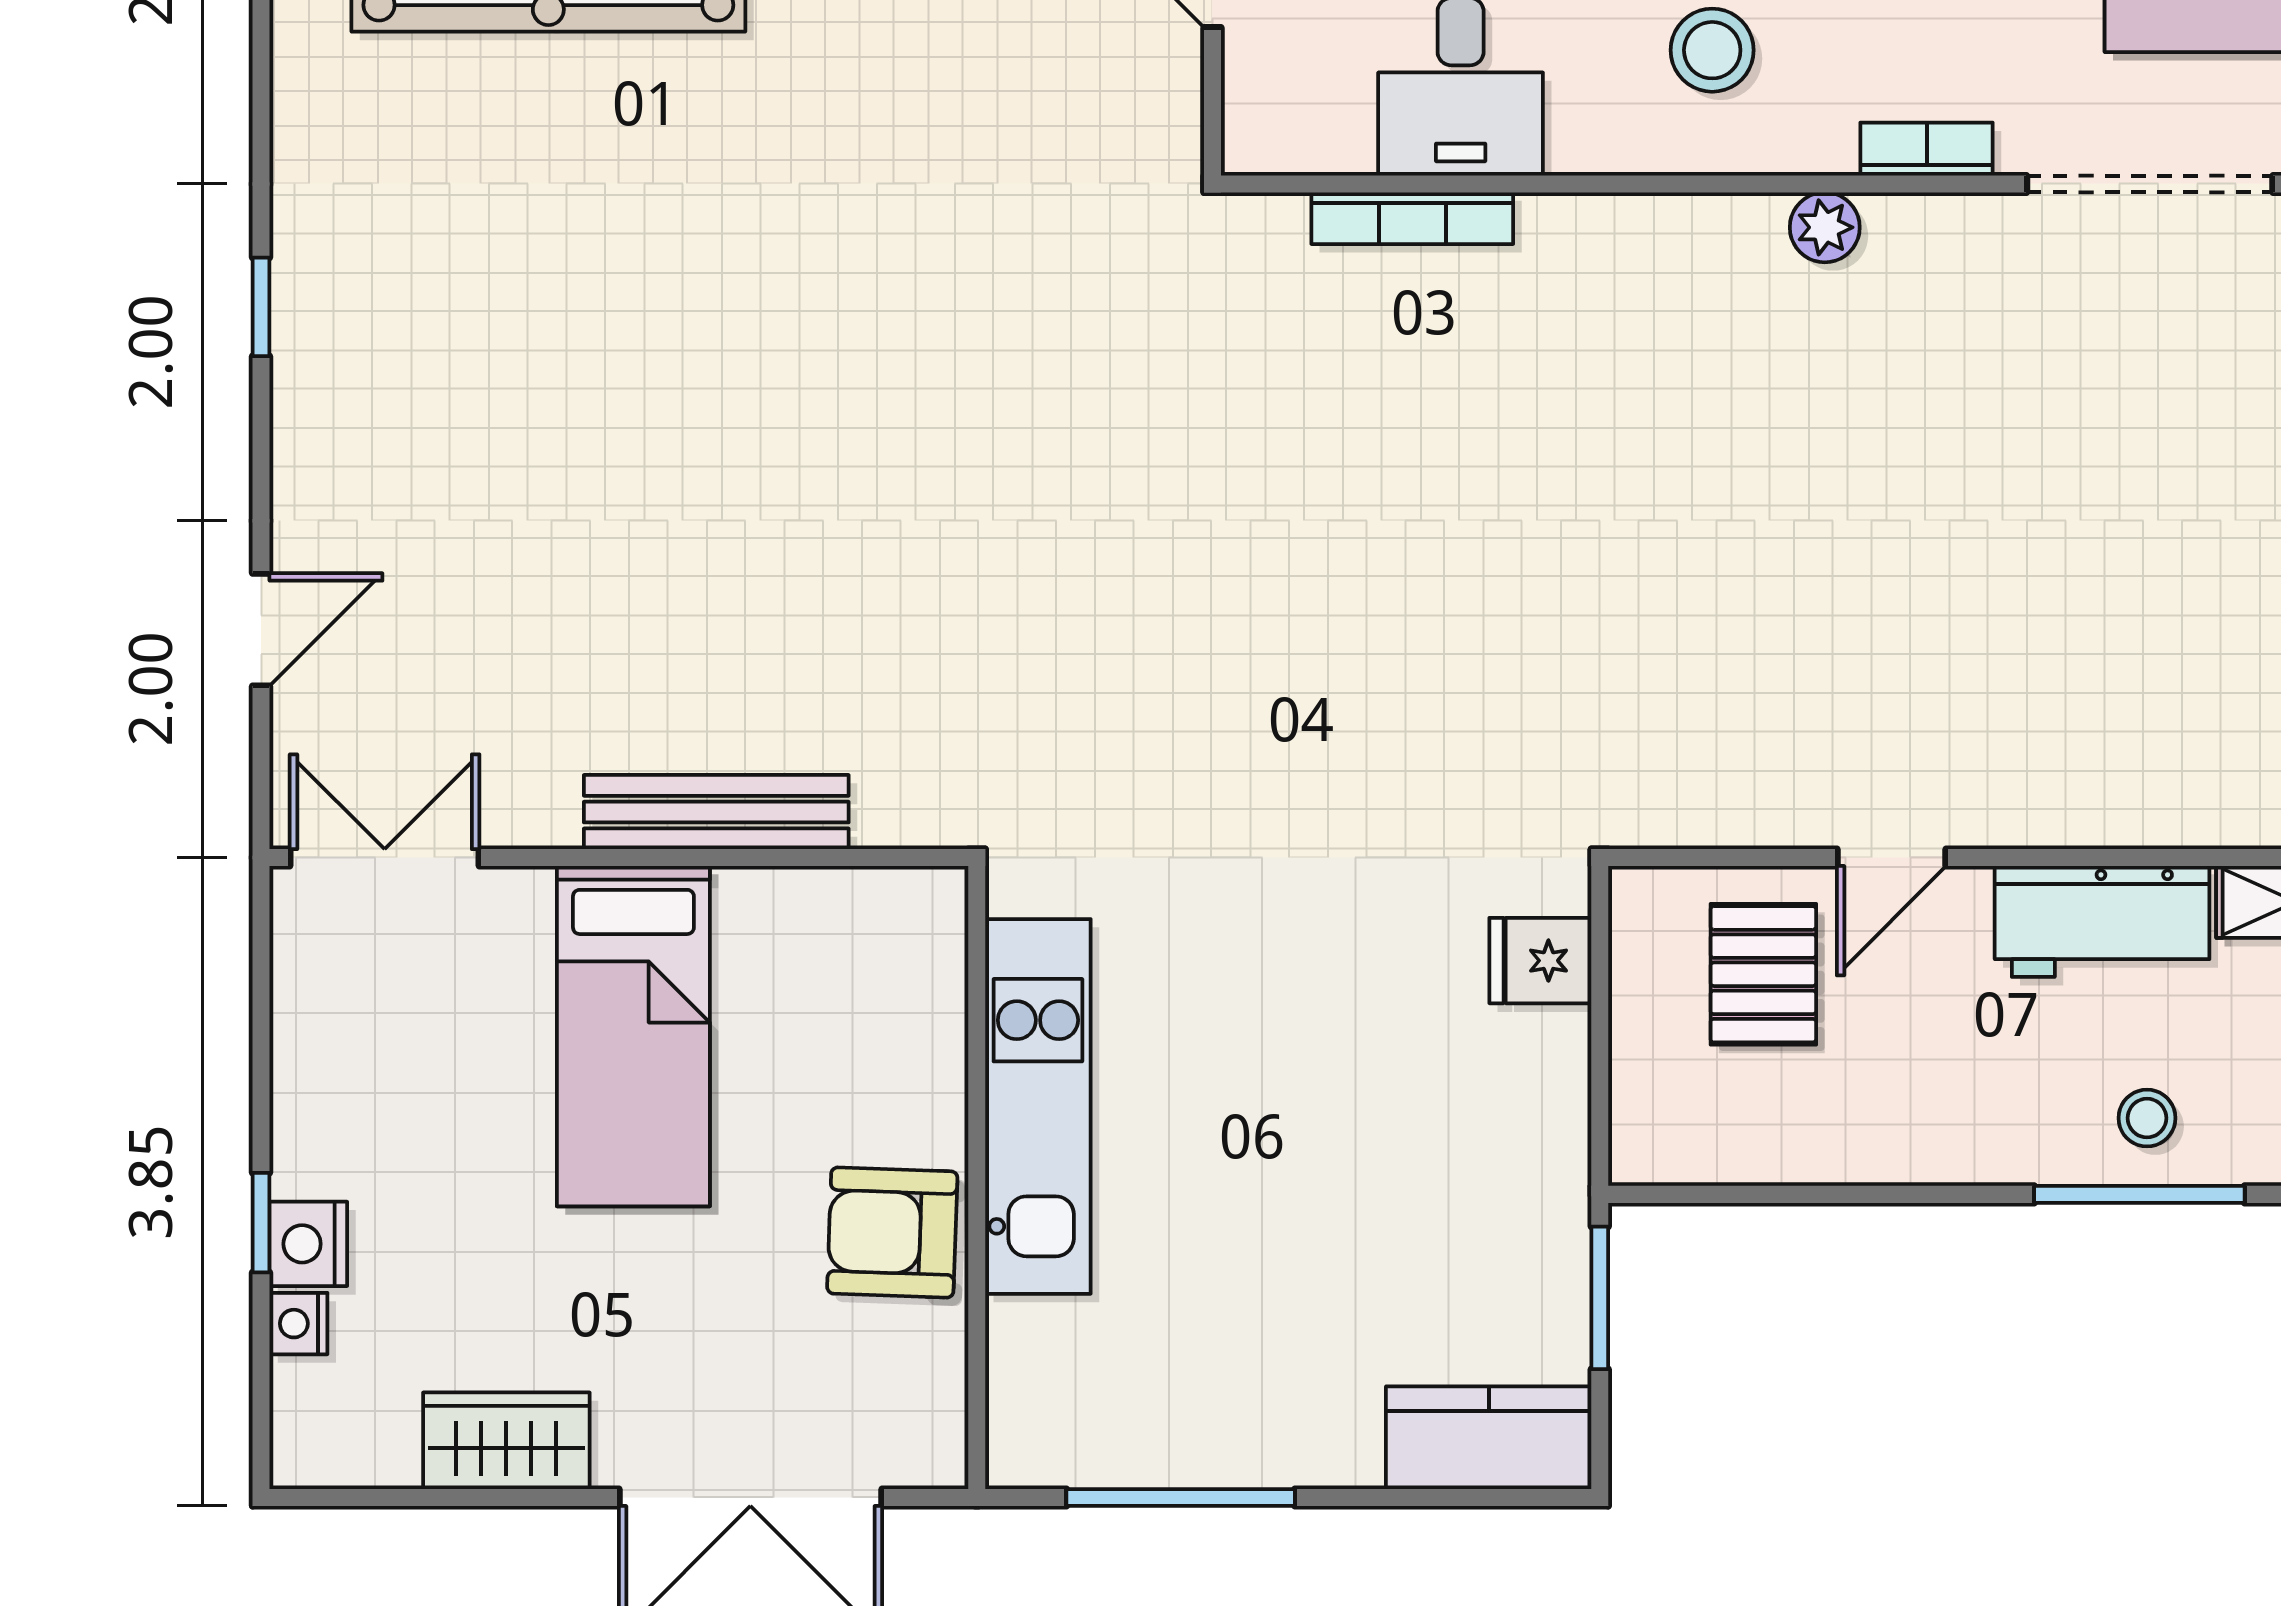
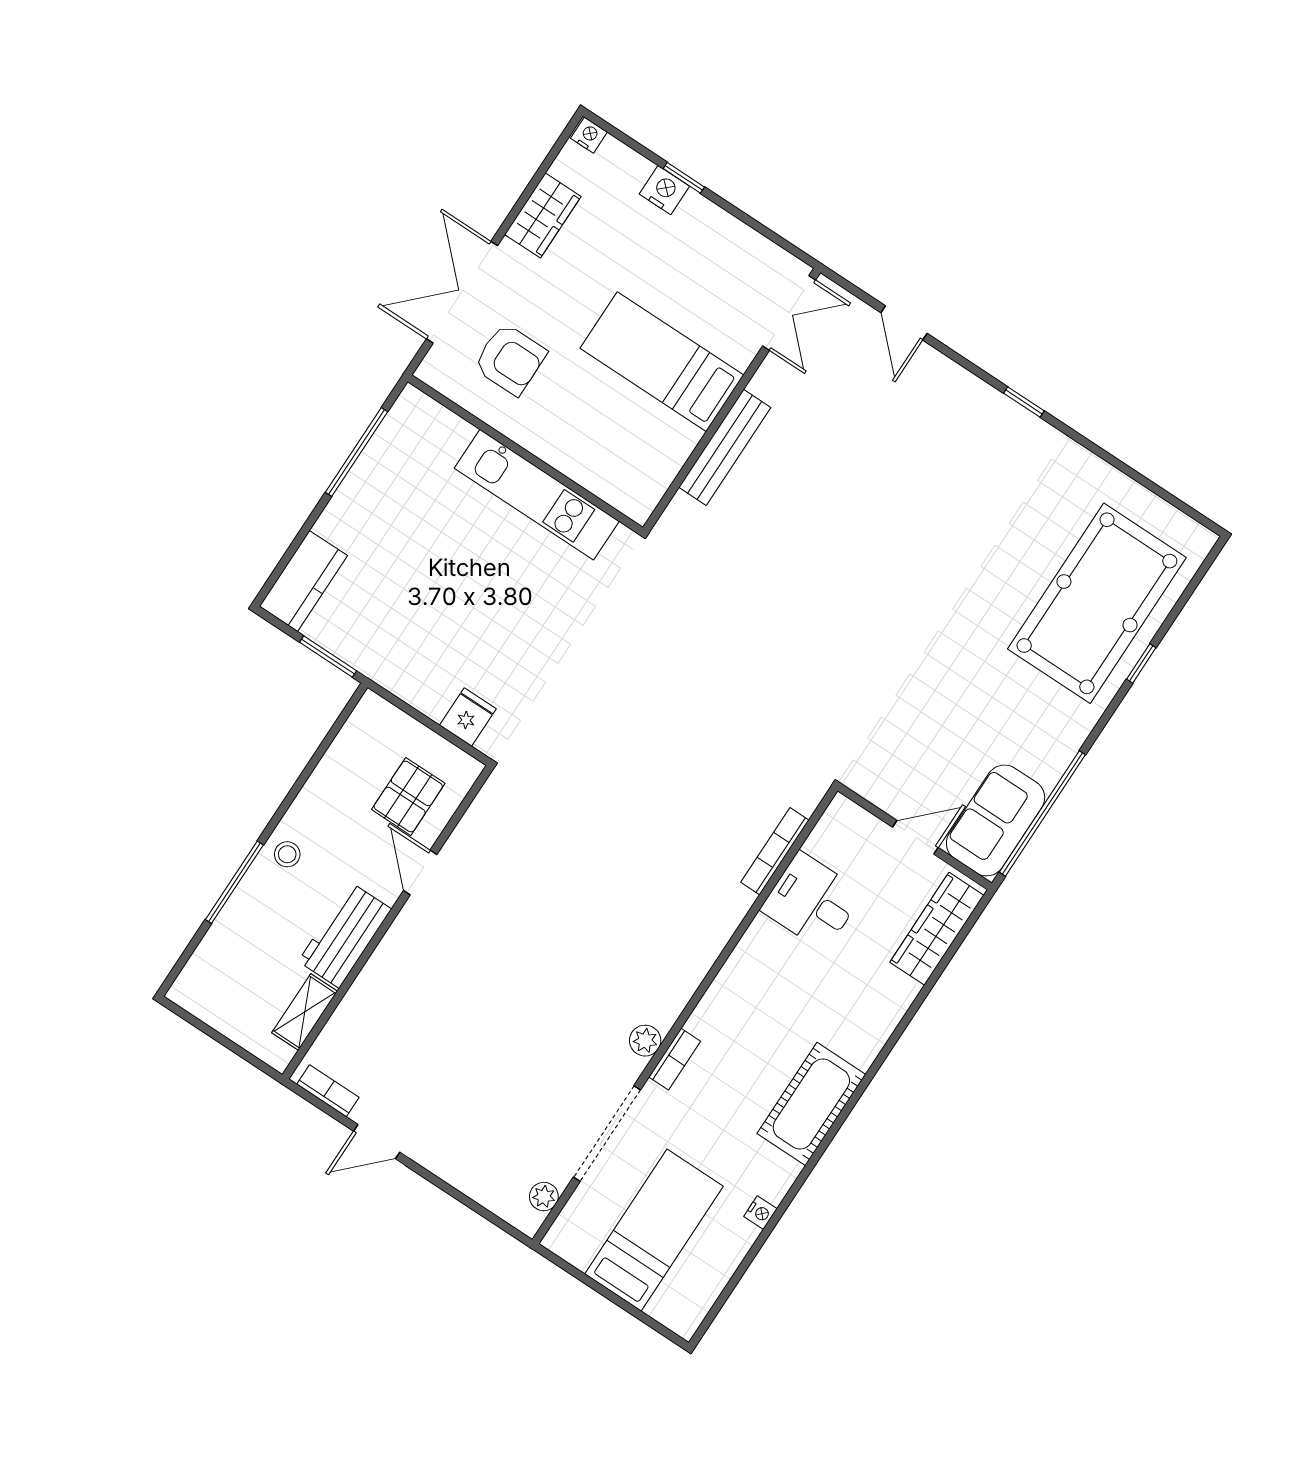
stool: (1712, 50) -> (764, 1004), removed
plant: (1825, 227) -> (645, 1041), moved
pallet: (1763, 974) -> (408, 796), turned 90
stool: (2147, 1118) -> (287, 854), moved
armchair: (892, 1232) -> (510, 359), moved, turned 88
nightstand: (298, 1324) -> (589, 135), moved

